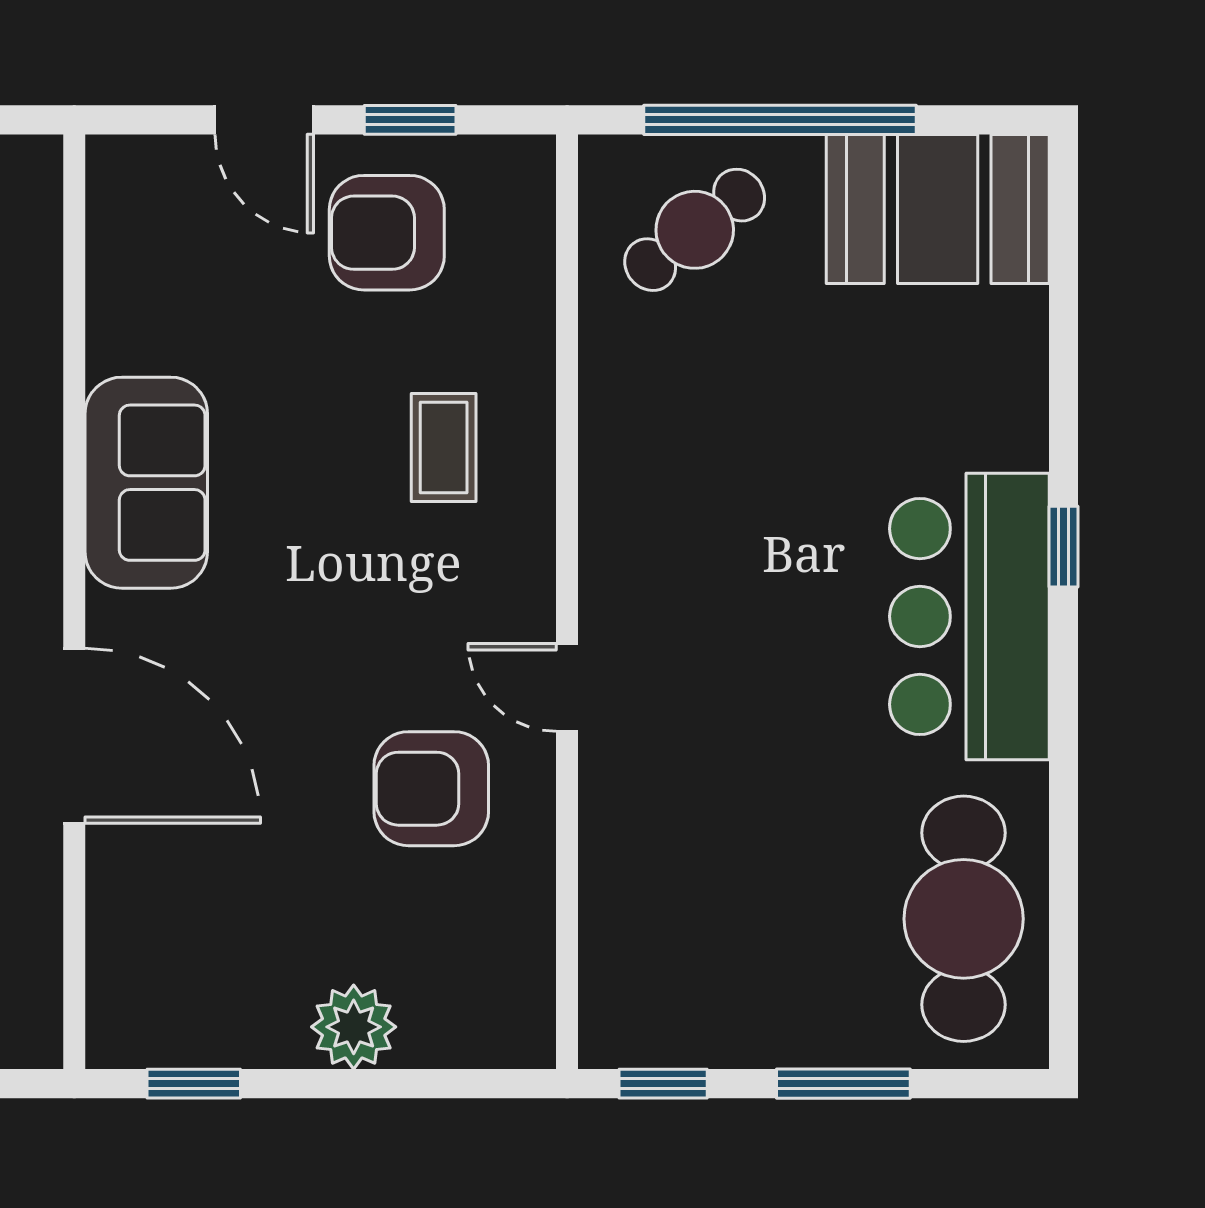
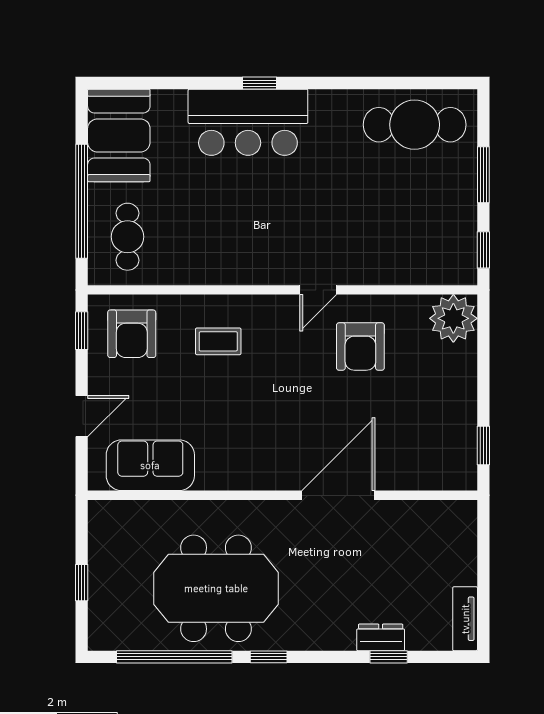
window: (410, 120) -> (82, 331), moved
cafe table: (695, 230) -> (128, 237), turned 38
armchair: (387, 233) -> (132, 334), moved
sofa: (146, 483) -> (150, 465), moved
bar counter: (969, 616) -> (248, 122), moved
plant: (354, 1027) -> (453, 318), moved, width x1.36, depth x1.36

